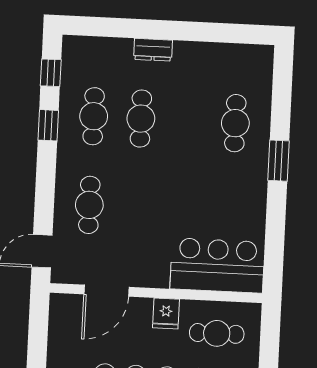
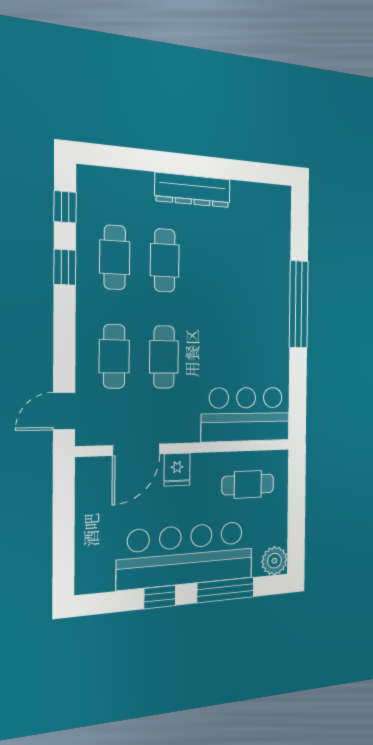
dresser: (153, 50) -> (193, 190), width x1.96, depth x1.24
cafe table: (235, 123) -> (164, 357), moved
window: (279, 161) -> (299, 304), width x2.11
fridge: (166, 313) -> (177, 470), moved

